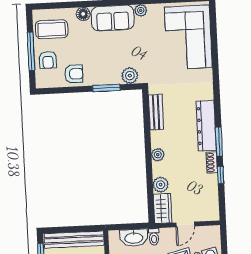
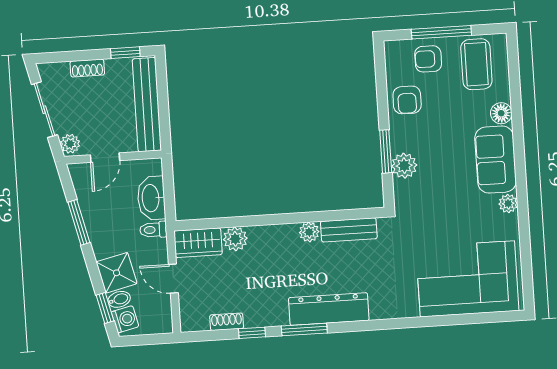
plant: (130, 76) -> (404, 166), moved
plant: (158, 155) -> (309, 232), moved
shoe rack: (212, 162) -> (227, 322), moved

